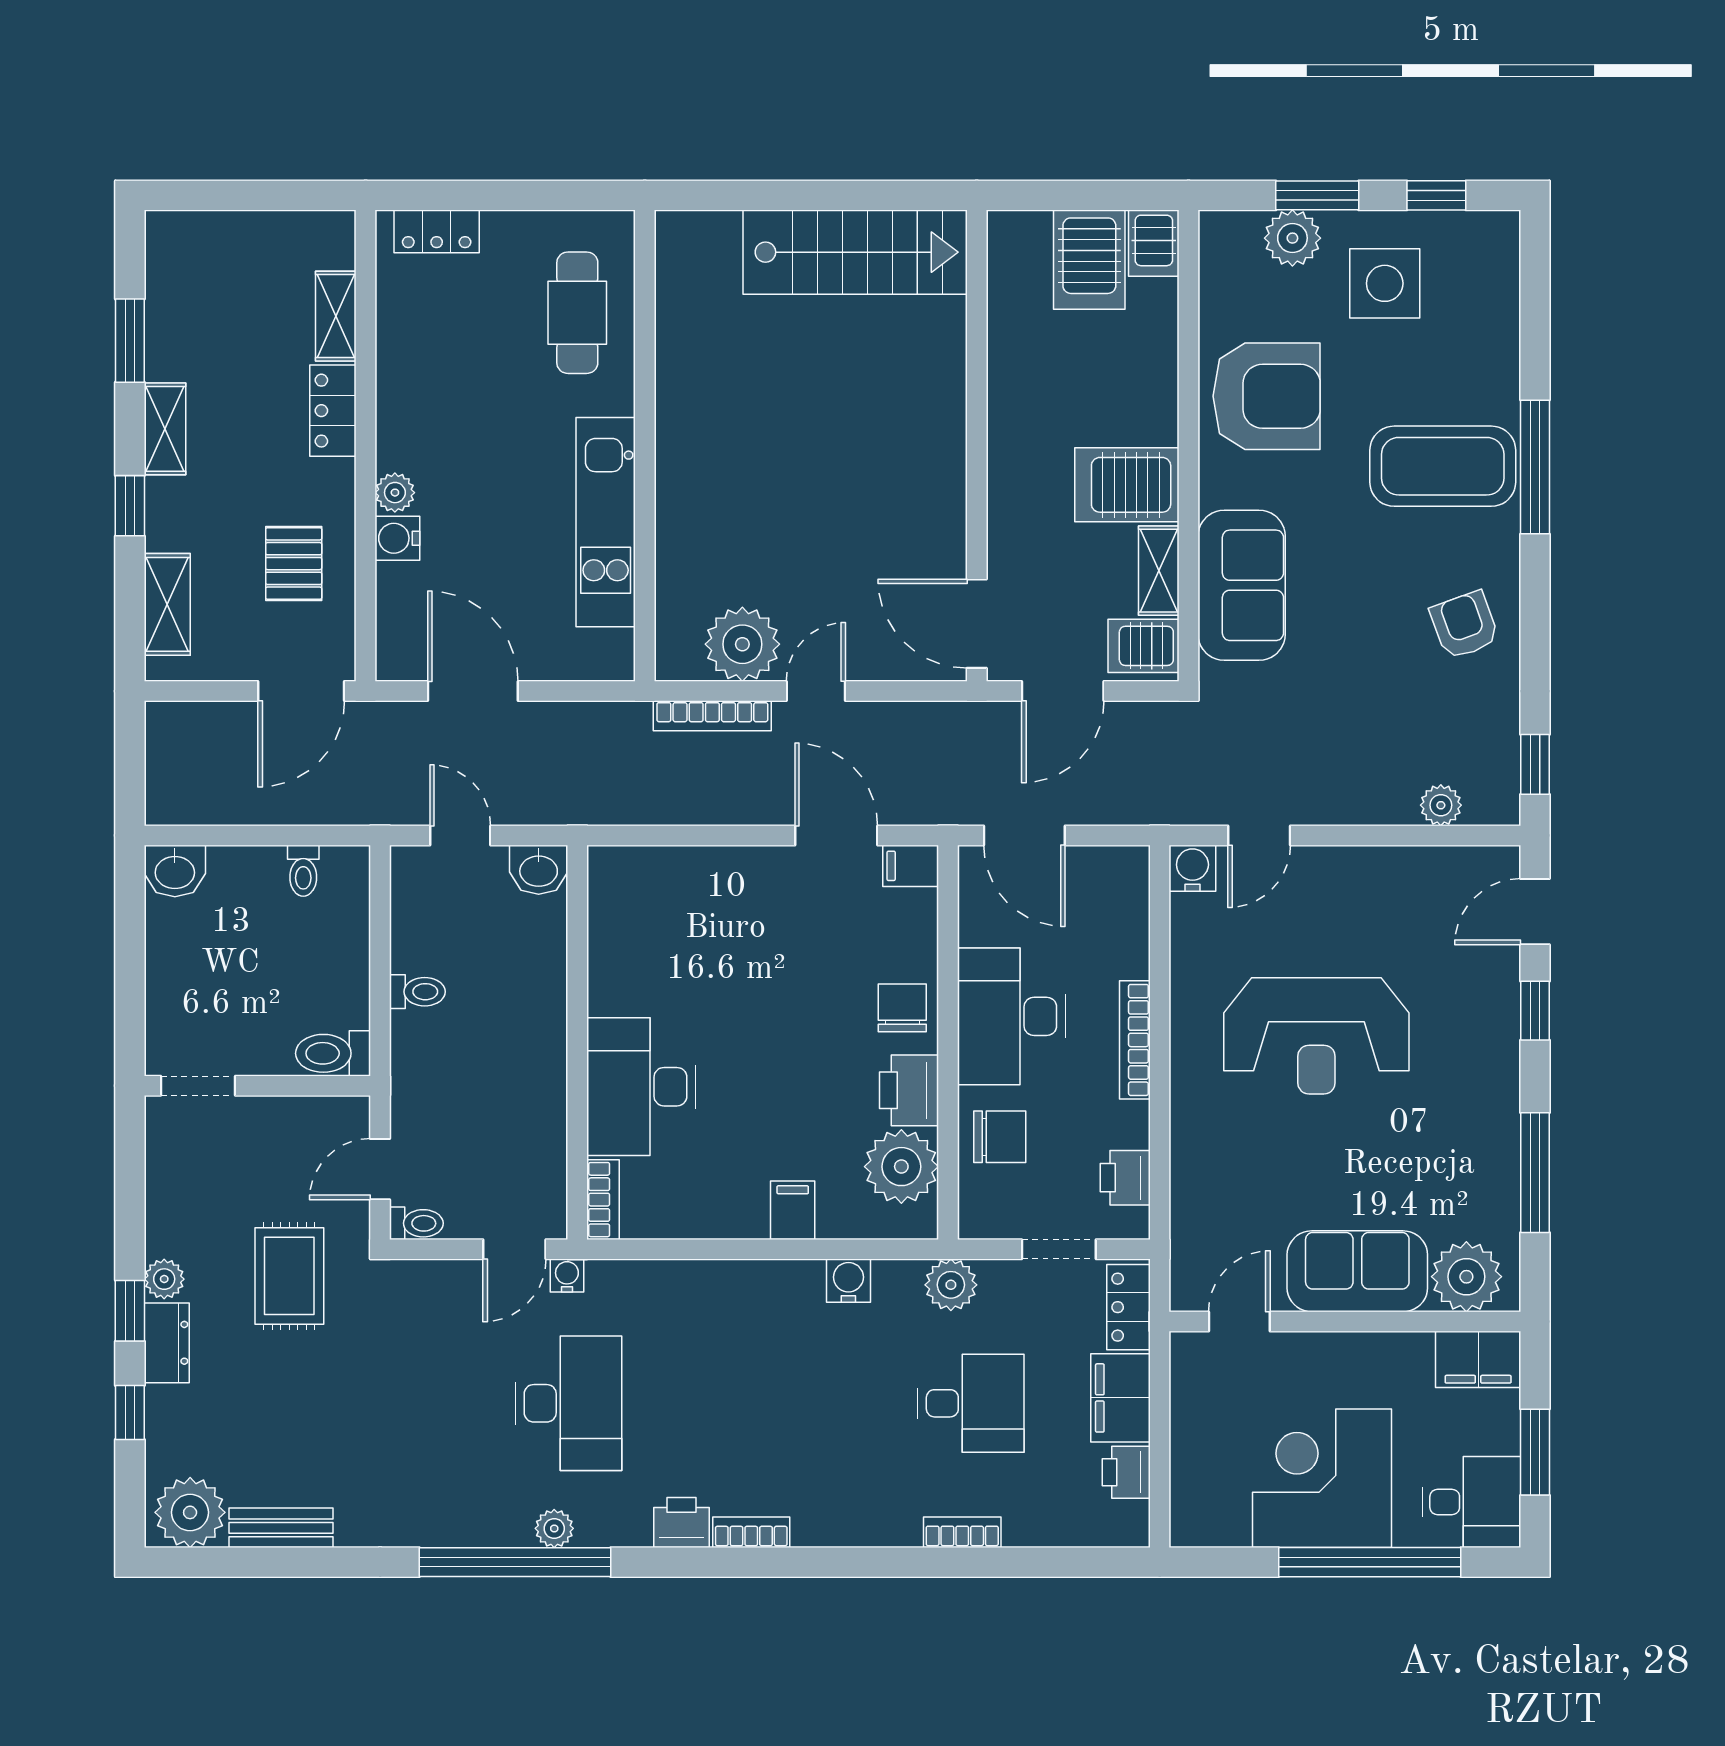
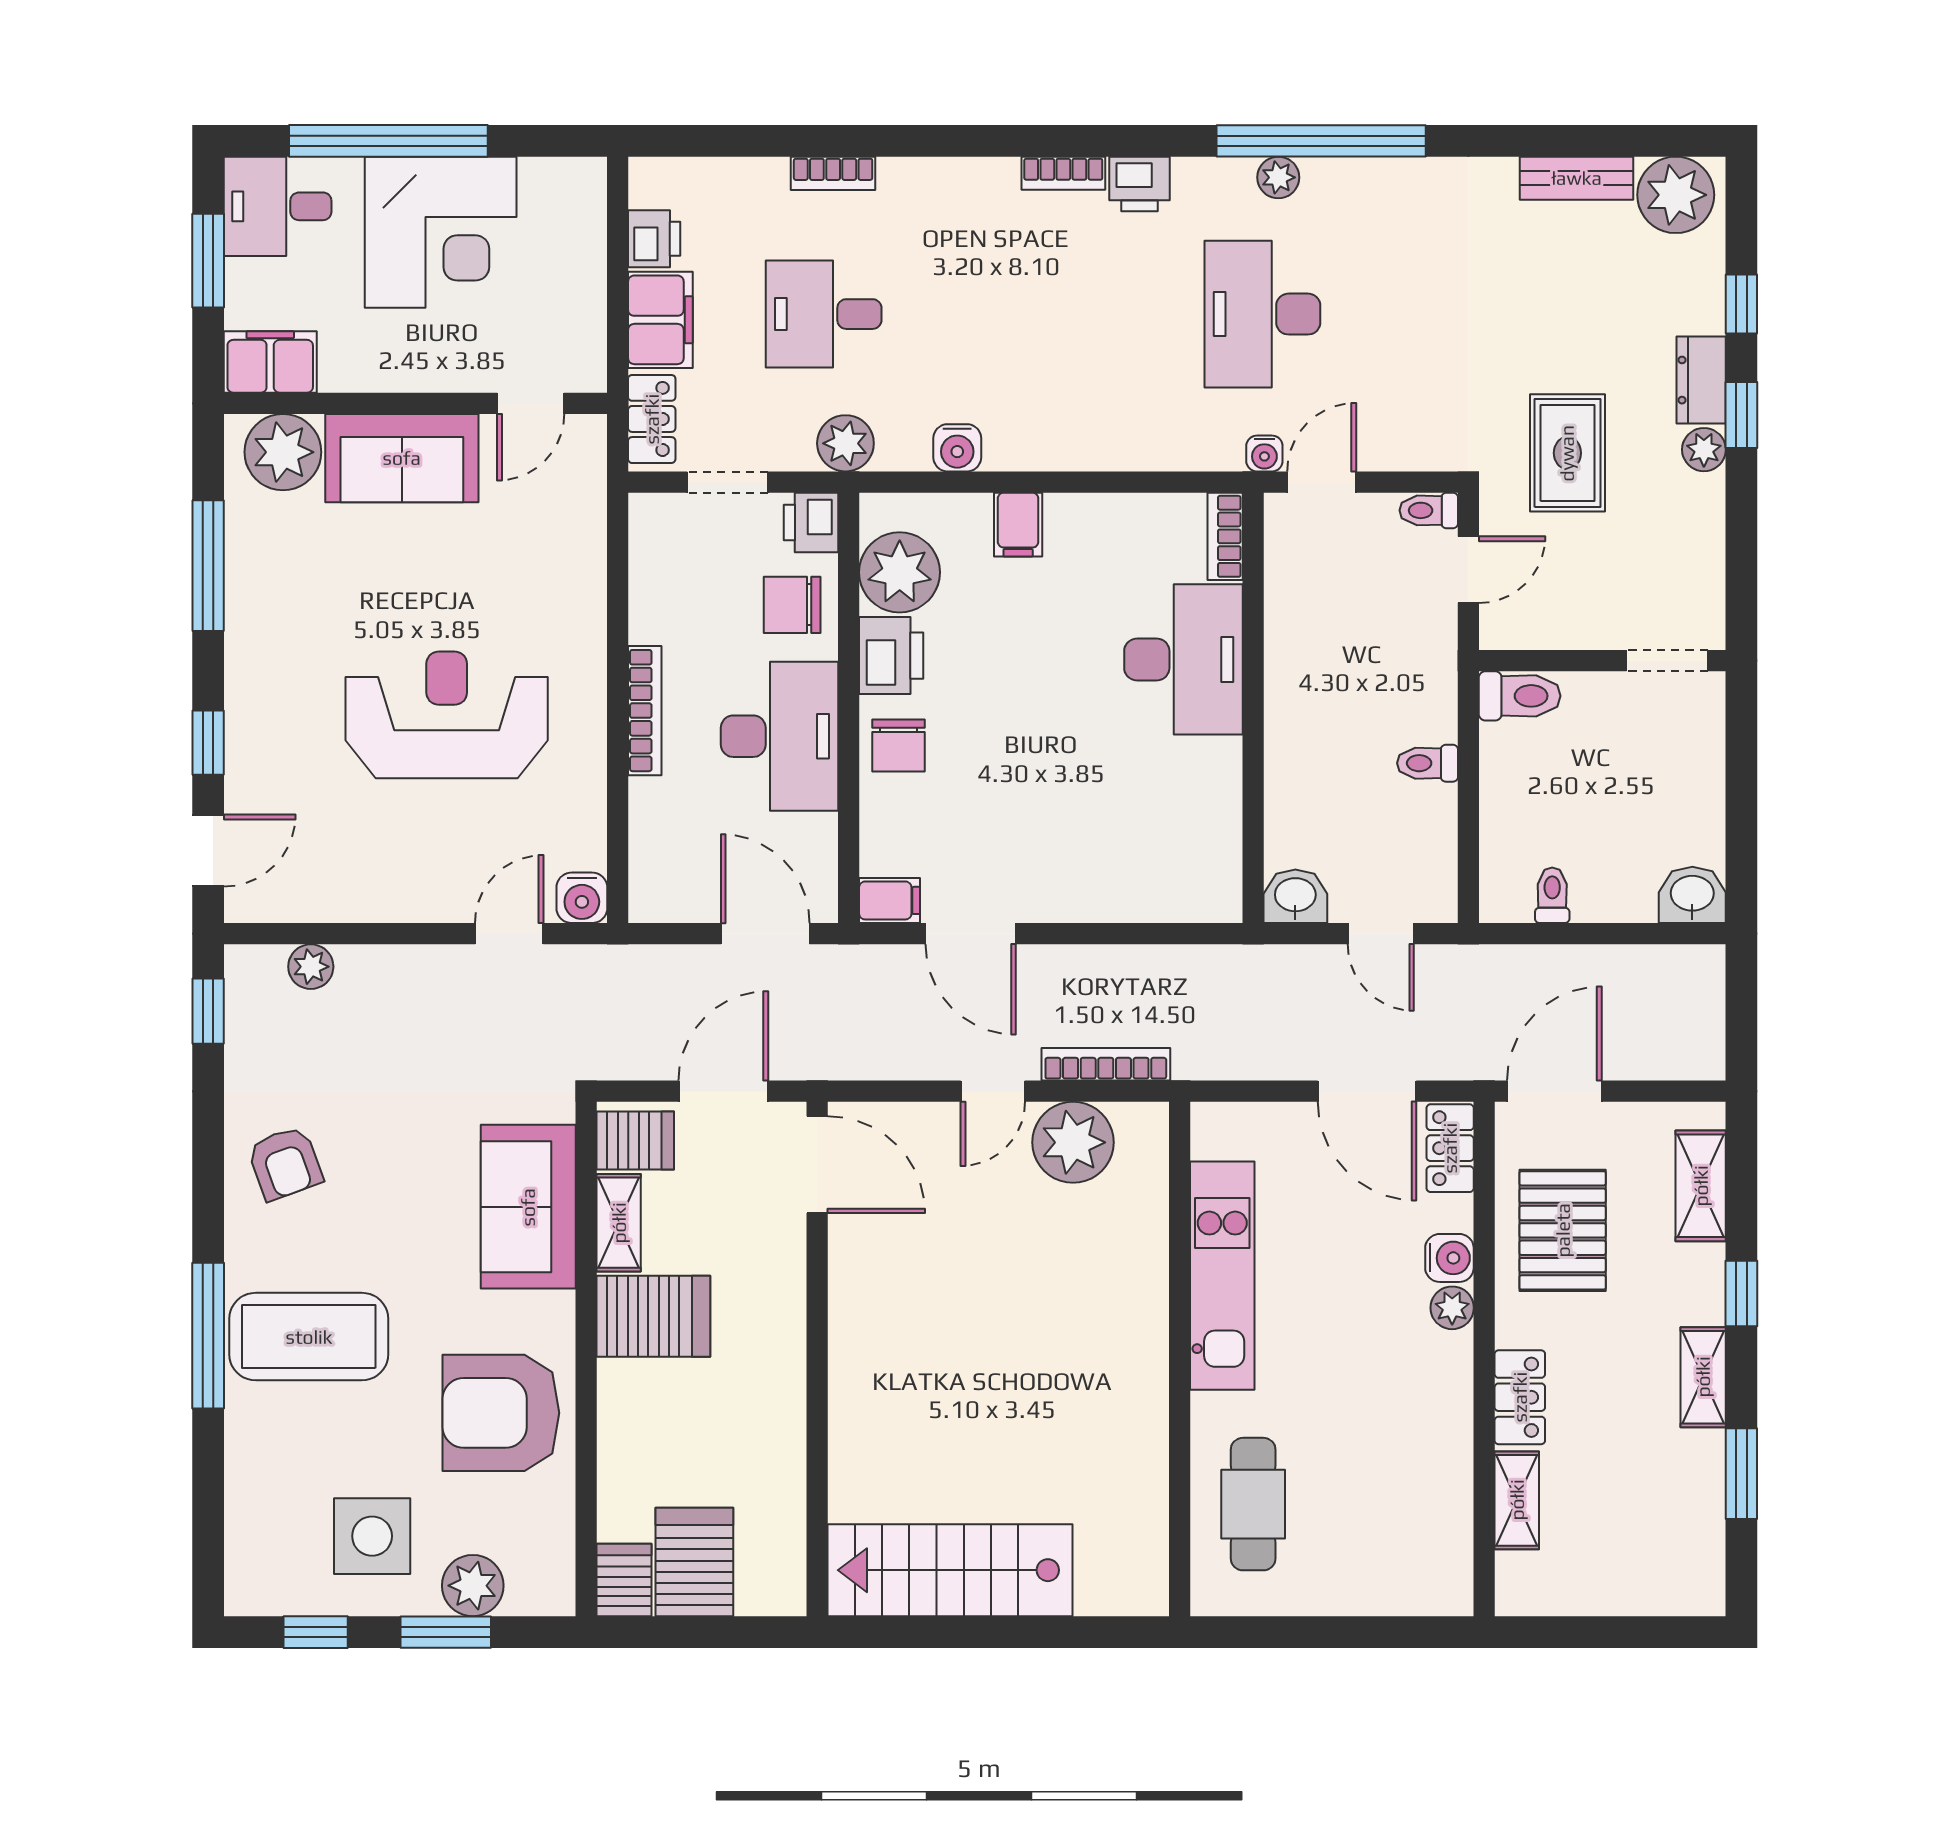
locker: (437, 231) -> (1450, 1148), moved, turned -90
pallet: (294, 564) -> (1563, 1230), width x1.50, depth x1.42
printer: (1125, 1178) -> (811, 522), moved, turned 180

